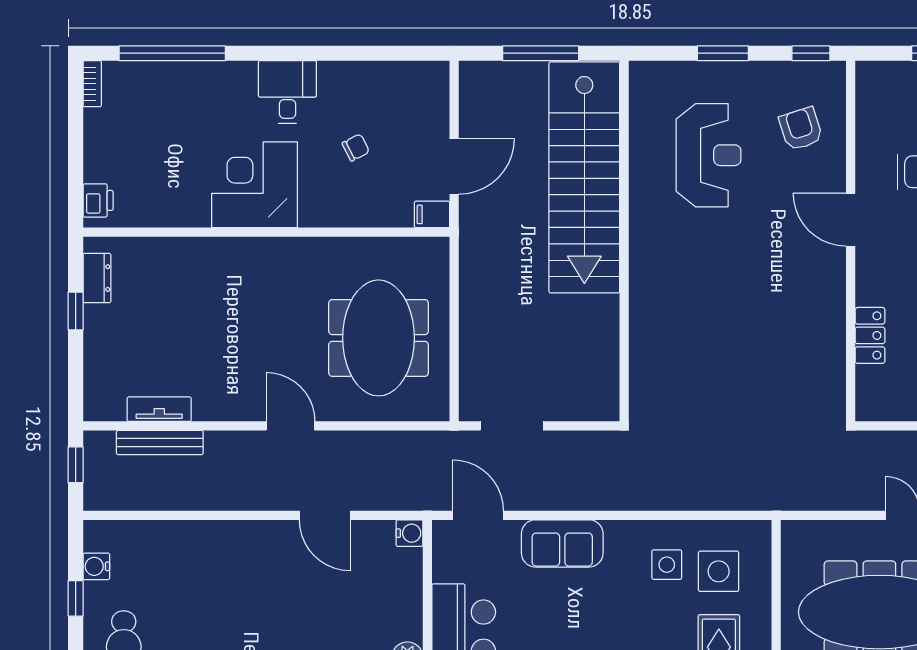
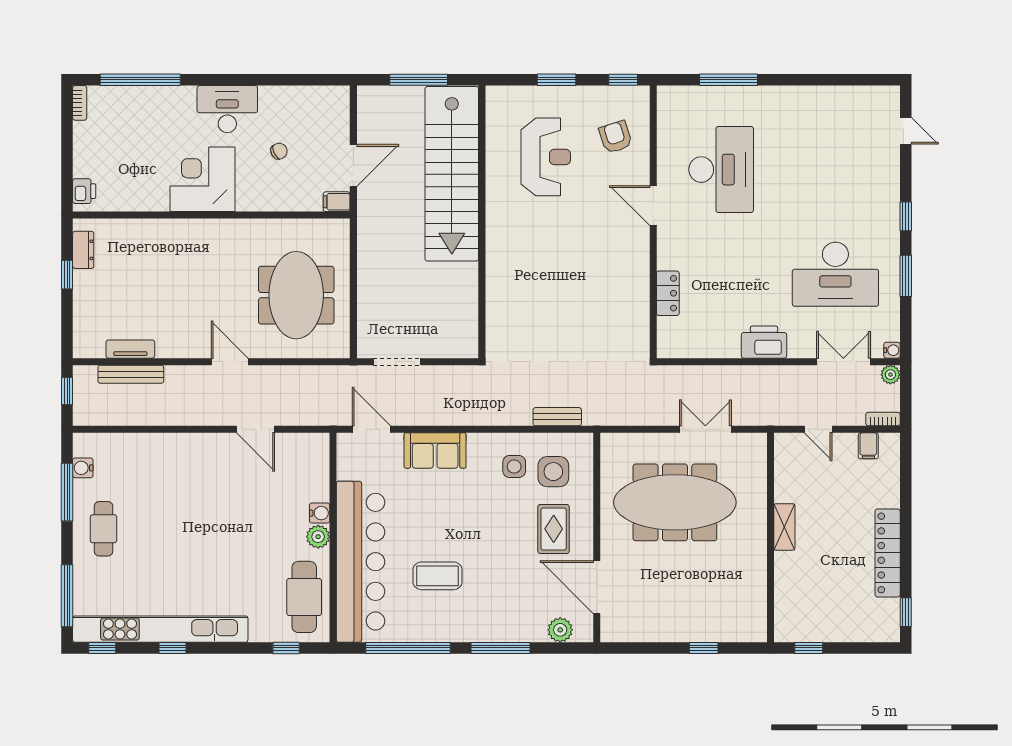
desk: (287, 92) -> (227, 109), width x1.37
bench: (724, 499) -> (557, 417), added
water cooler: (410, 533) -> (320, 513), moved
window: (76, 598) -> (67, 492), width x2.17

